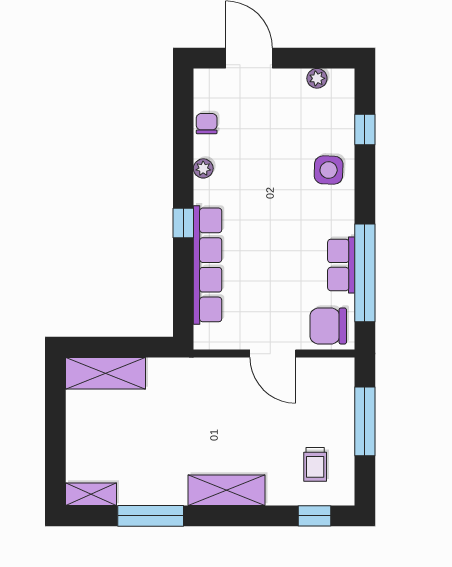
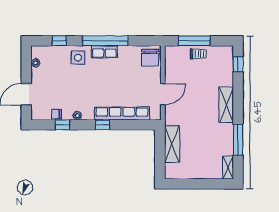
window: (183, 136) -> (62, 125), added
row of seats: (341, 265) -> (104, 52), moved
window: (365, 273) -> (105, 41), moved
door: (273, 354) -> (163, 94), moved
shelving: (105, 373) -> (172, 144), moved
trolley: (315, 464) -> (198, 54), moved

